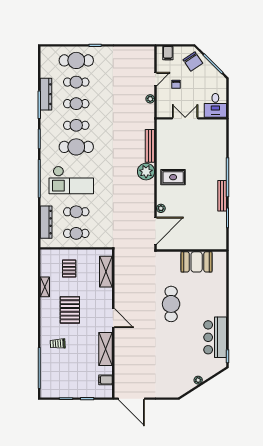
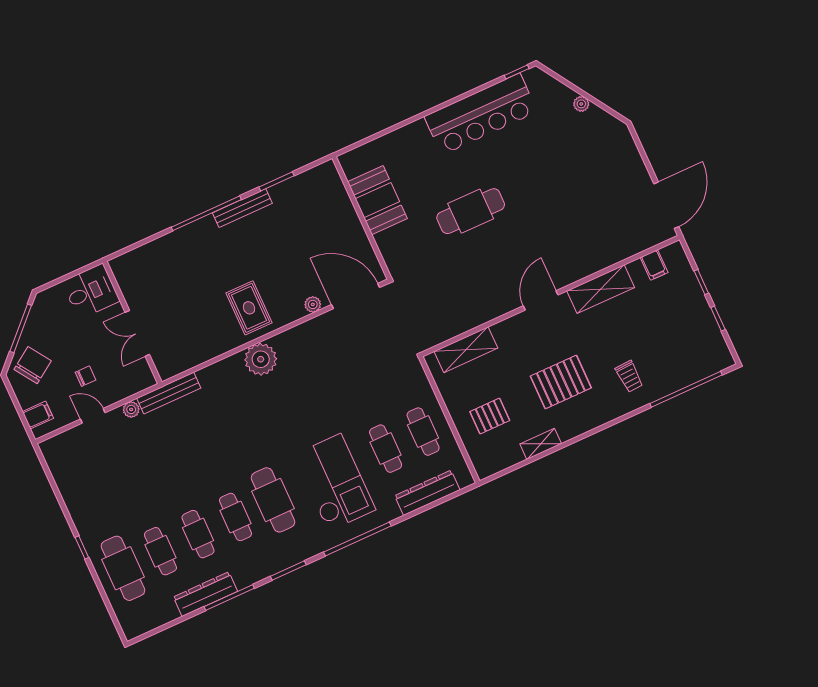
bench: (150, 146) -> (169, 393), moved
bar counter: (215, 337) -> (481, 114), width x1.36

